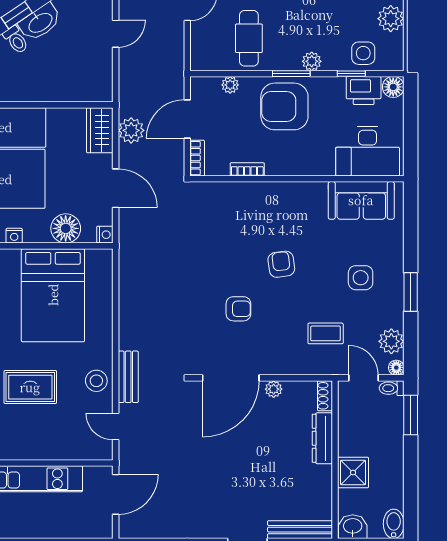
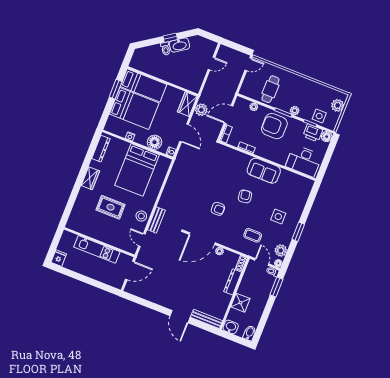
sofa: (361, 200) -> (264, 171), moved

